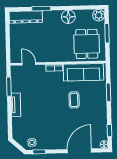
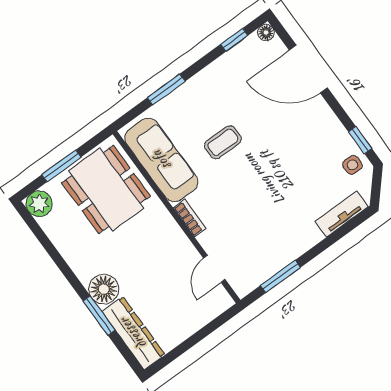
floor lamp: (68, 17) -> (104, 289), moved
dining table: (87, 44) -> (106, 189), width x1.38
tv unit: (16, 105) -> (342, 214), moved

